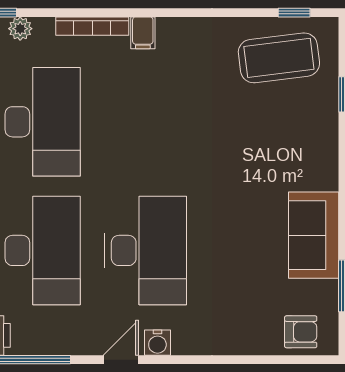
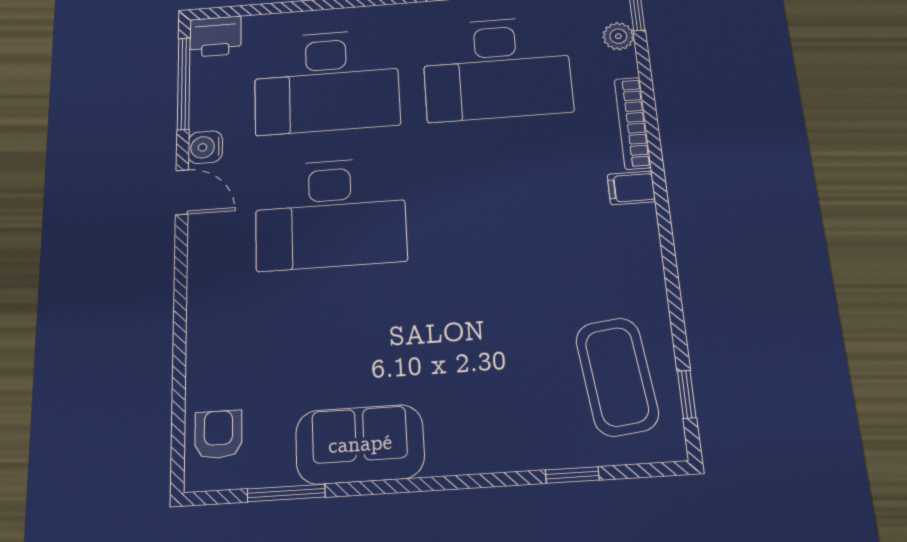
armchair: (301, 332) -> (218, 434), turned 180
water cooler: (157, 343) -> (205, 147), moved

